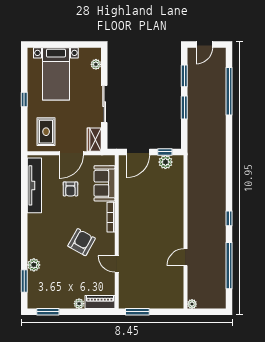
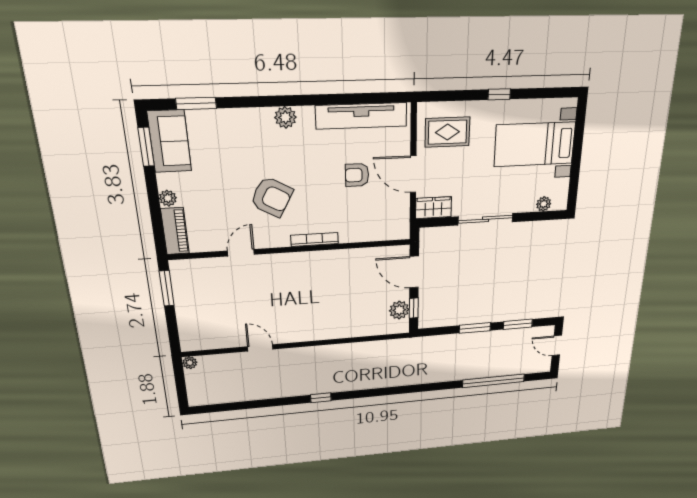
sofa: (104, 183) -> (169, 141), moved, turned 90
plant: (34, 265) -> (285, 117), moved
window: (229, 266) -> (253, 404), removed

